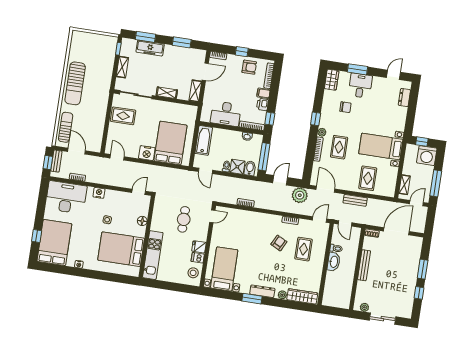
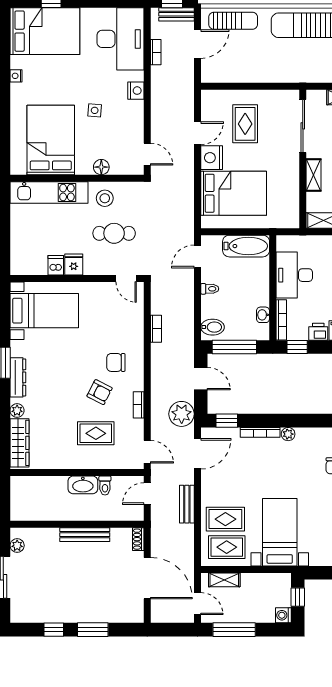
rug: (123, 116) -> (245, 124), moved
window: (316, 119) -> (227, 421), moved
rug: (339, 147) -> (227, 547), moved
washing machine: (427, 156) -> (283, 615), width x0.53, depth x0.53
door: (117, 157) -> (197, 133), moved
shower: (237, 167) -> (212, 307), removed
chair: (262, 230) -> (116, 362), added
stool: (193, 273) -> (105, 198), moved

